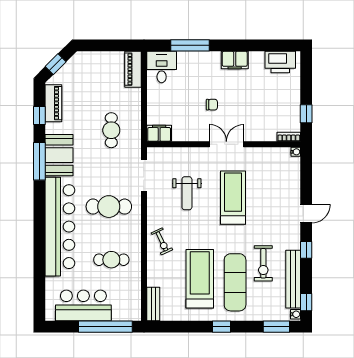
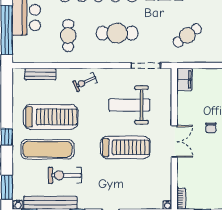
cafe table: (111, 130) -> (187, 35), turned -36
weight bench: (187, 193) -> (129, 105), width x1.36, depth x1.33
cafe table: (109, 207) -> (117, 33), turned 90
bench: (153, 304) -> (40, 74), moved

